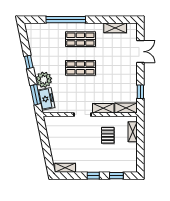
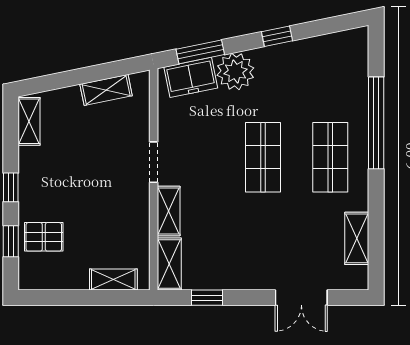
shelving: (52, 135) -> (106, 90), added
pallet: (108, 135) -> (44, 237), moved

